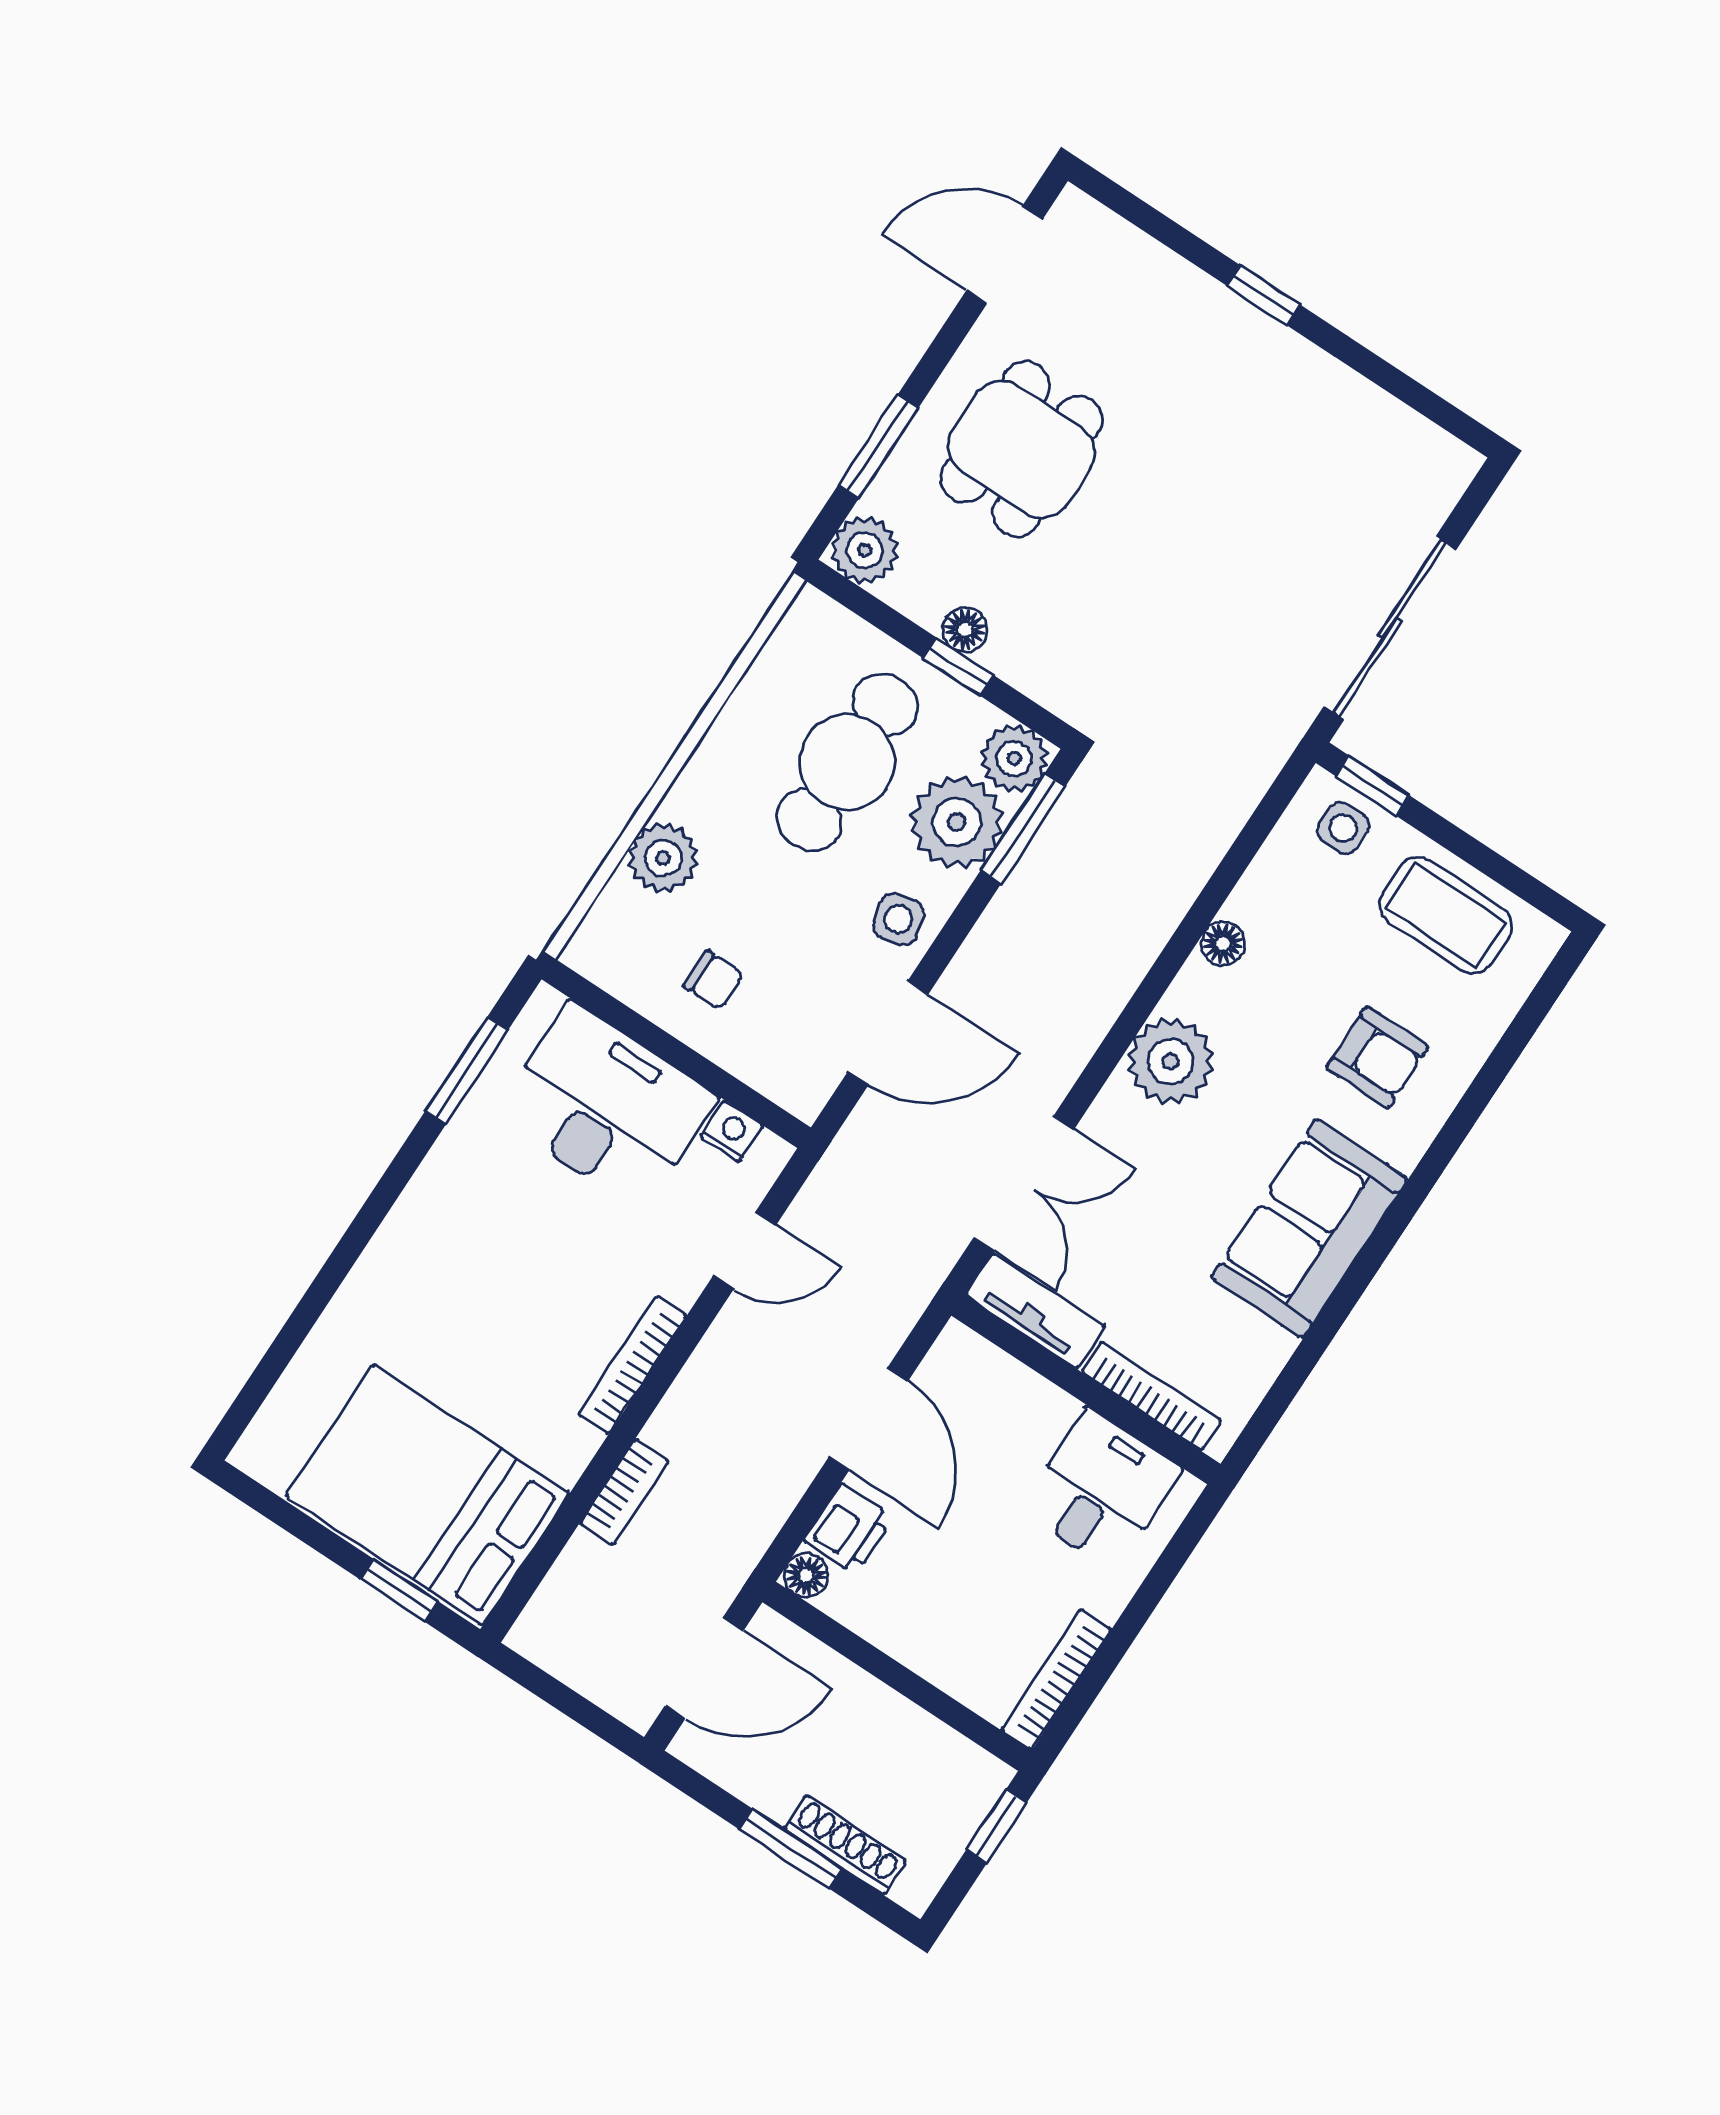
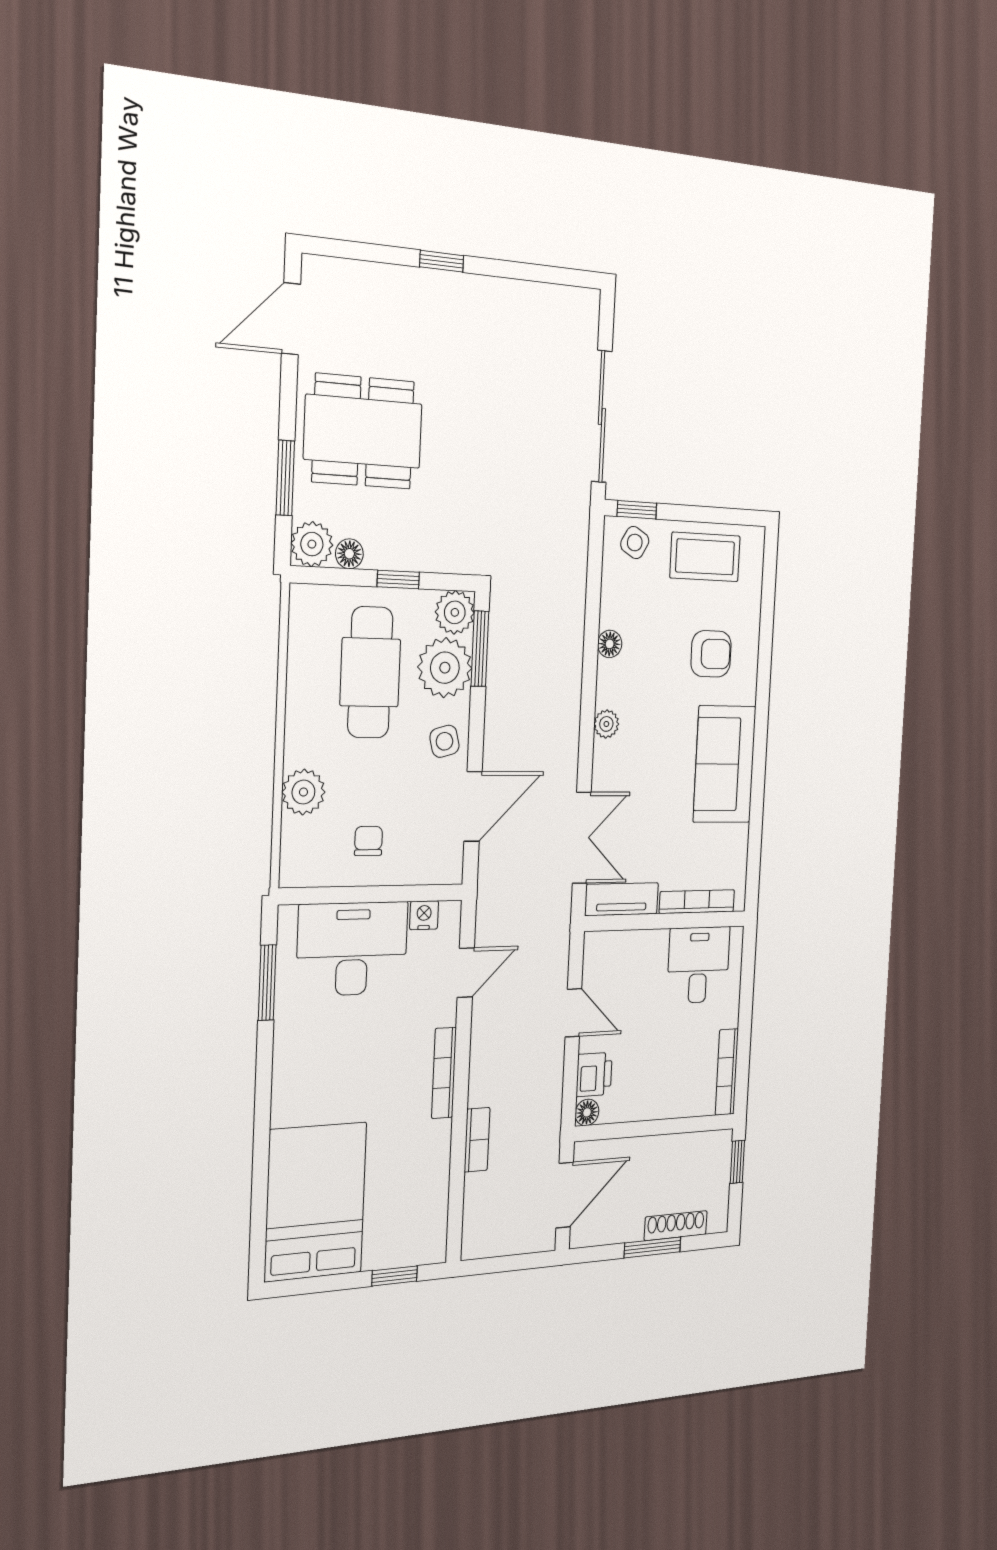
dining table: (1021, 449) -> (363, 431), width x1.38
floor lamp: (965, 630) -> (349, 554), moved
side table: (1343, 828) -> (635, 543), turned 30
chair: (713, 980) -> (368, 841), turned -90
plant: (1170, 1061) -> (606, 724), width x0.53, depth x0.53
door: (868, 1419) -> (573, 1013), width x0.73
bed: (428, 1495) -> (316, 1202), moved, turned 90

